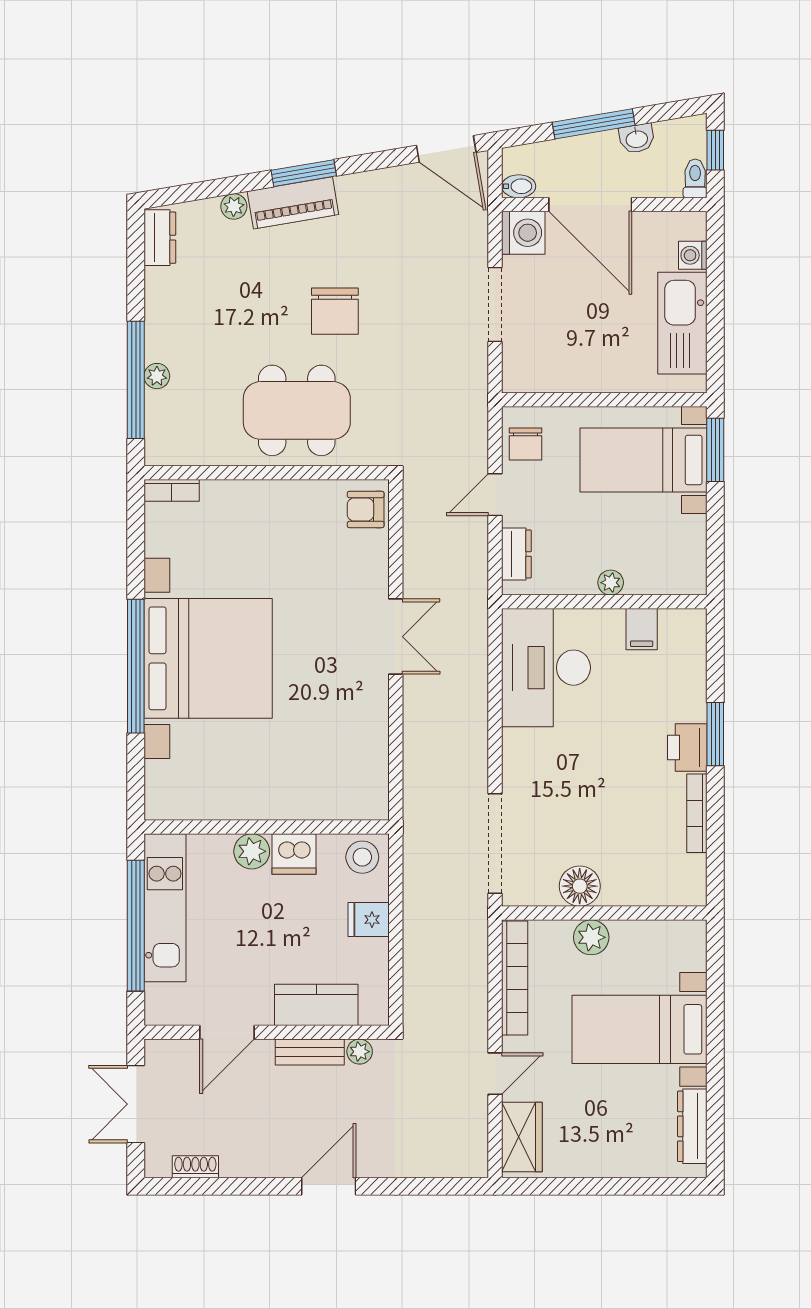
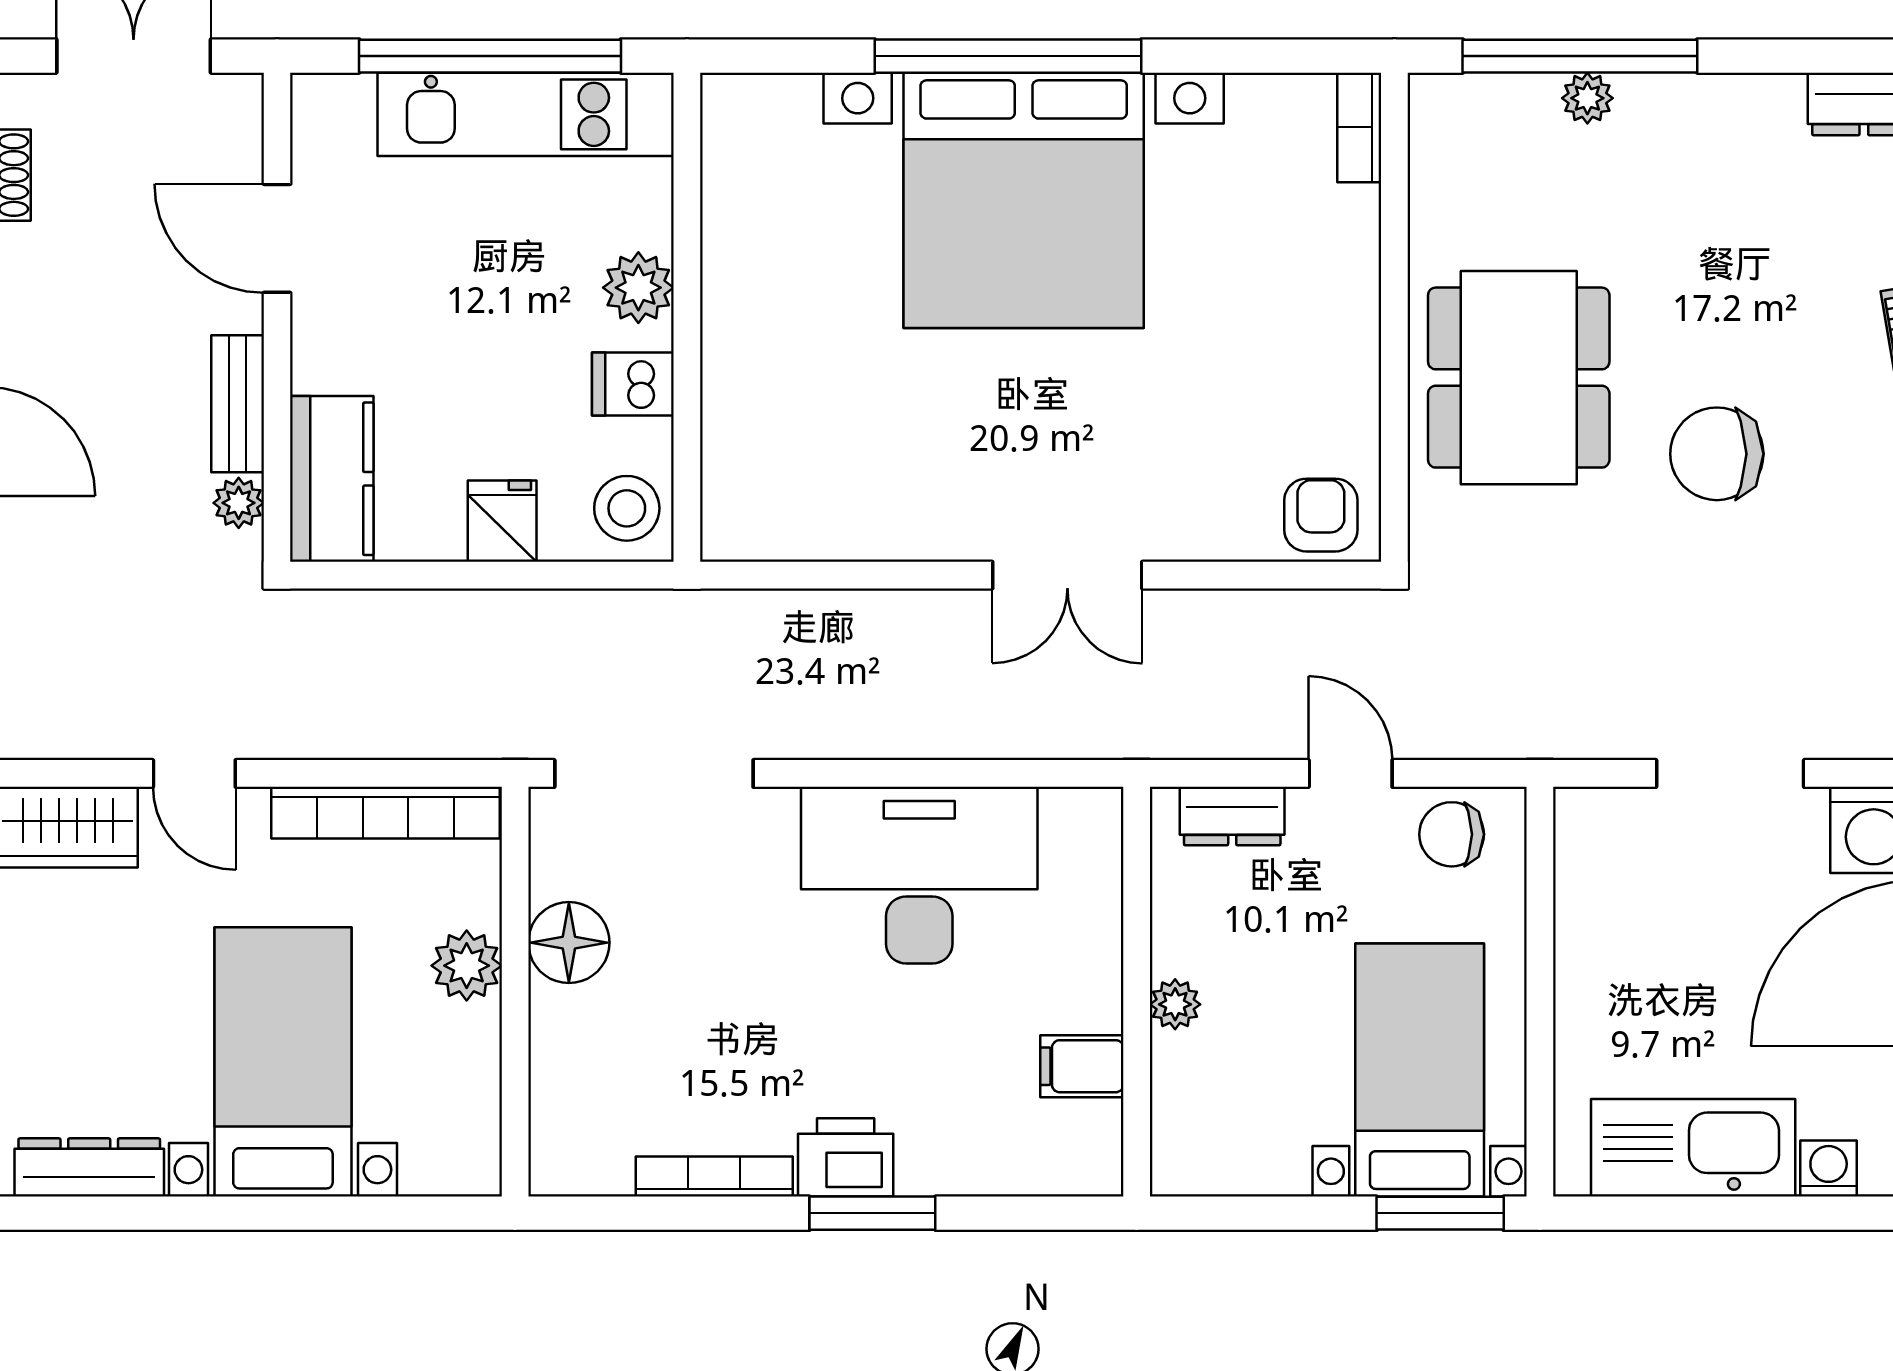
desk: (546, 668) -> (919, 875), moved
dishwasher: (294, 854) -> (633, 384), width x0.73
kitchen counter: (316, 1005) -> (332, 479), moved

